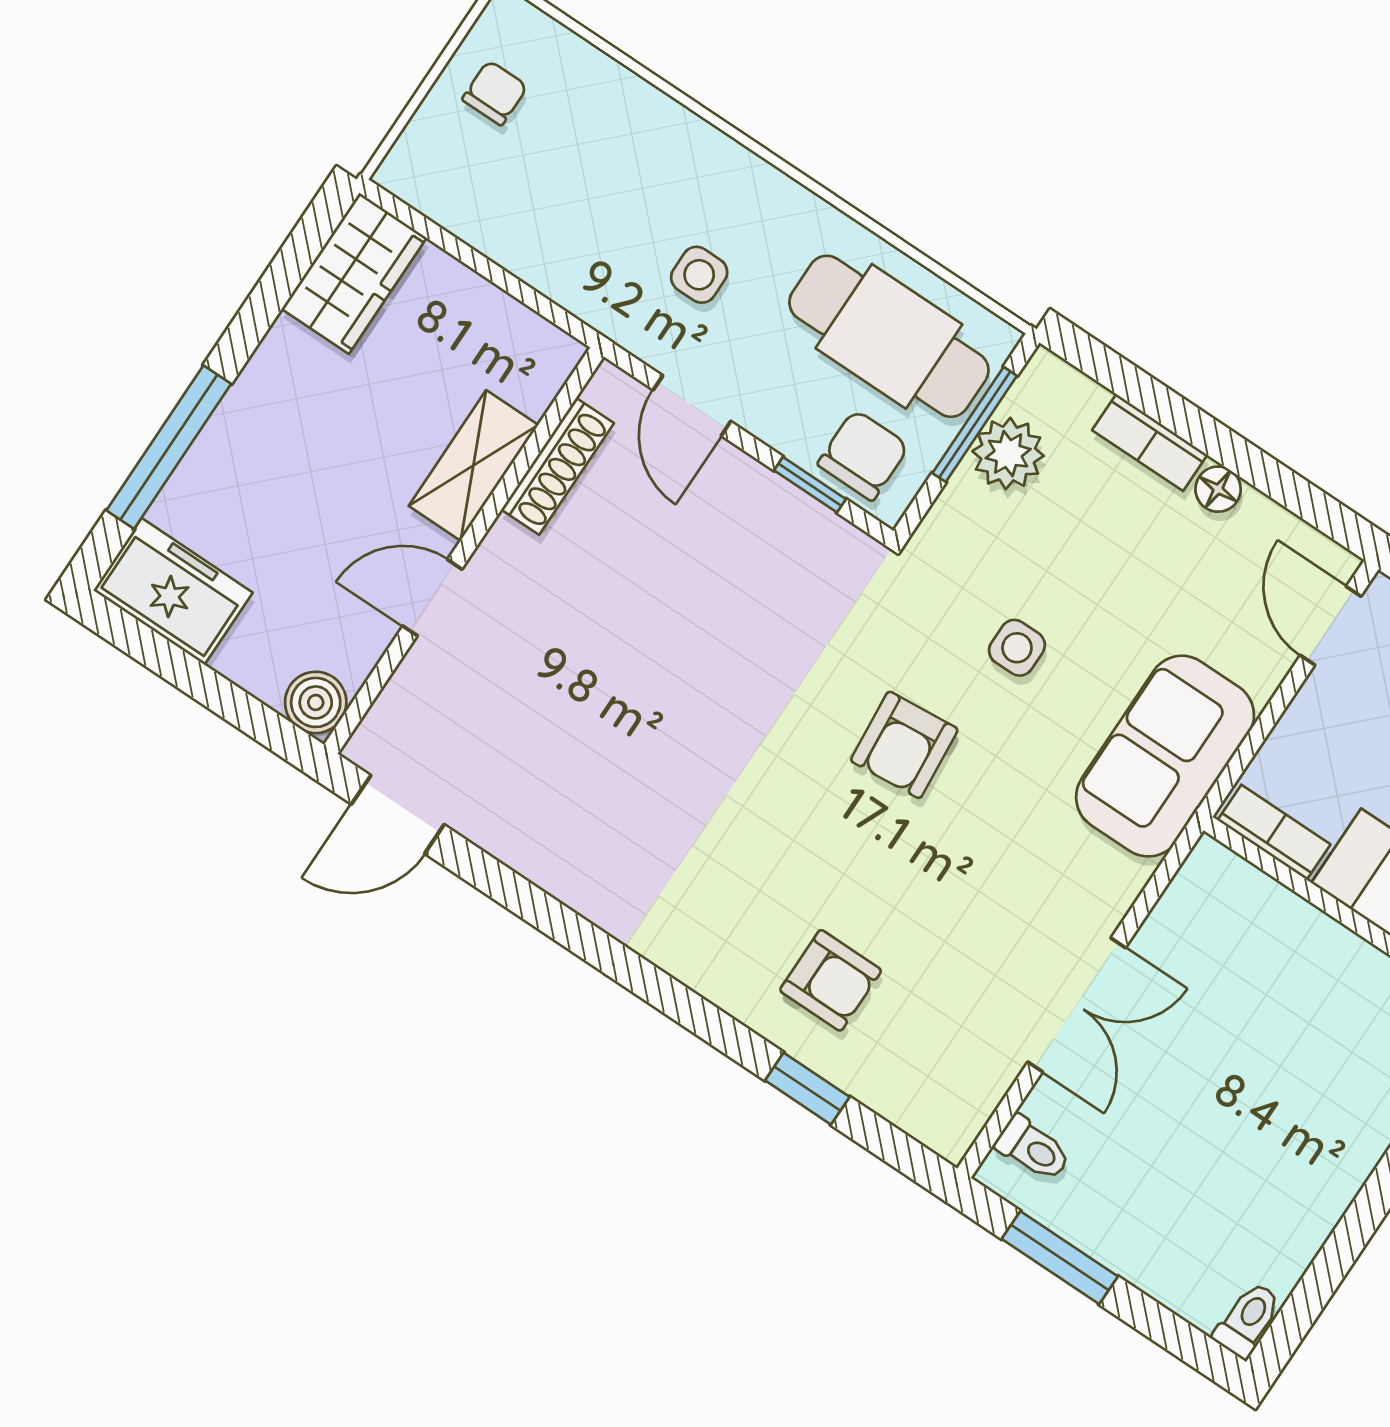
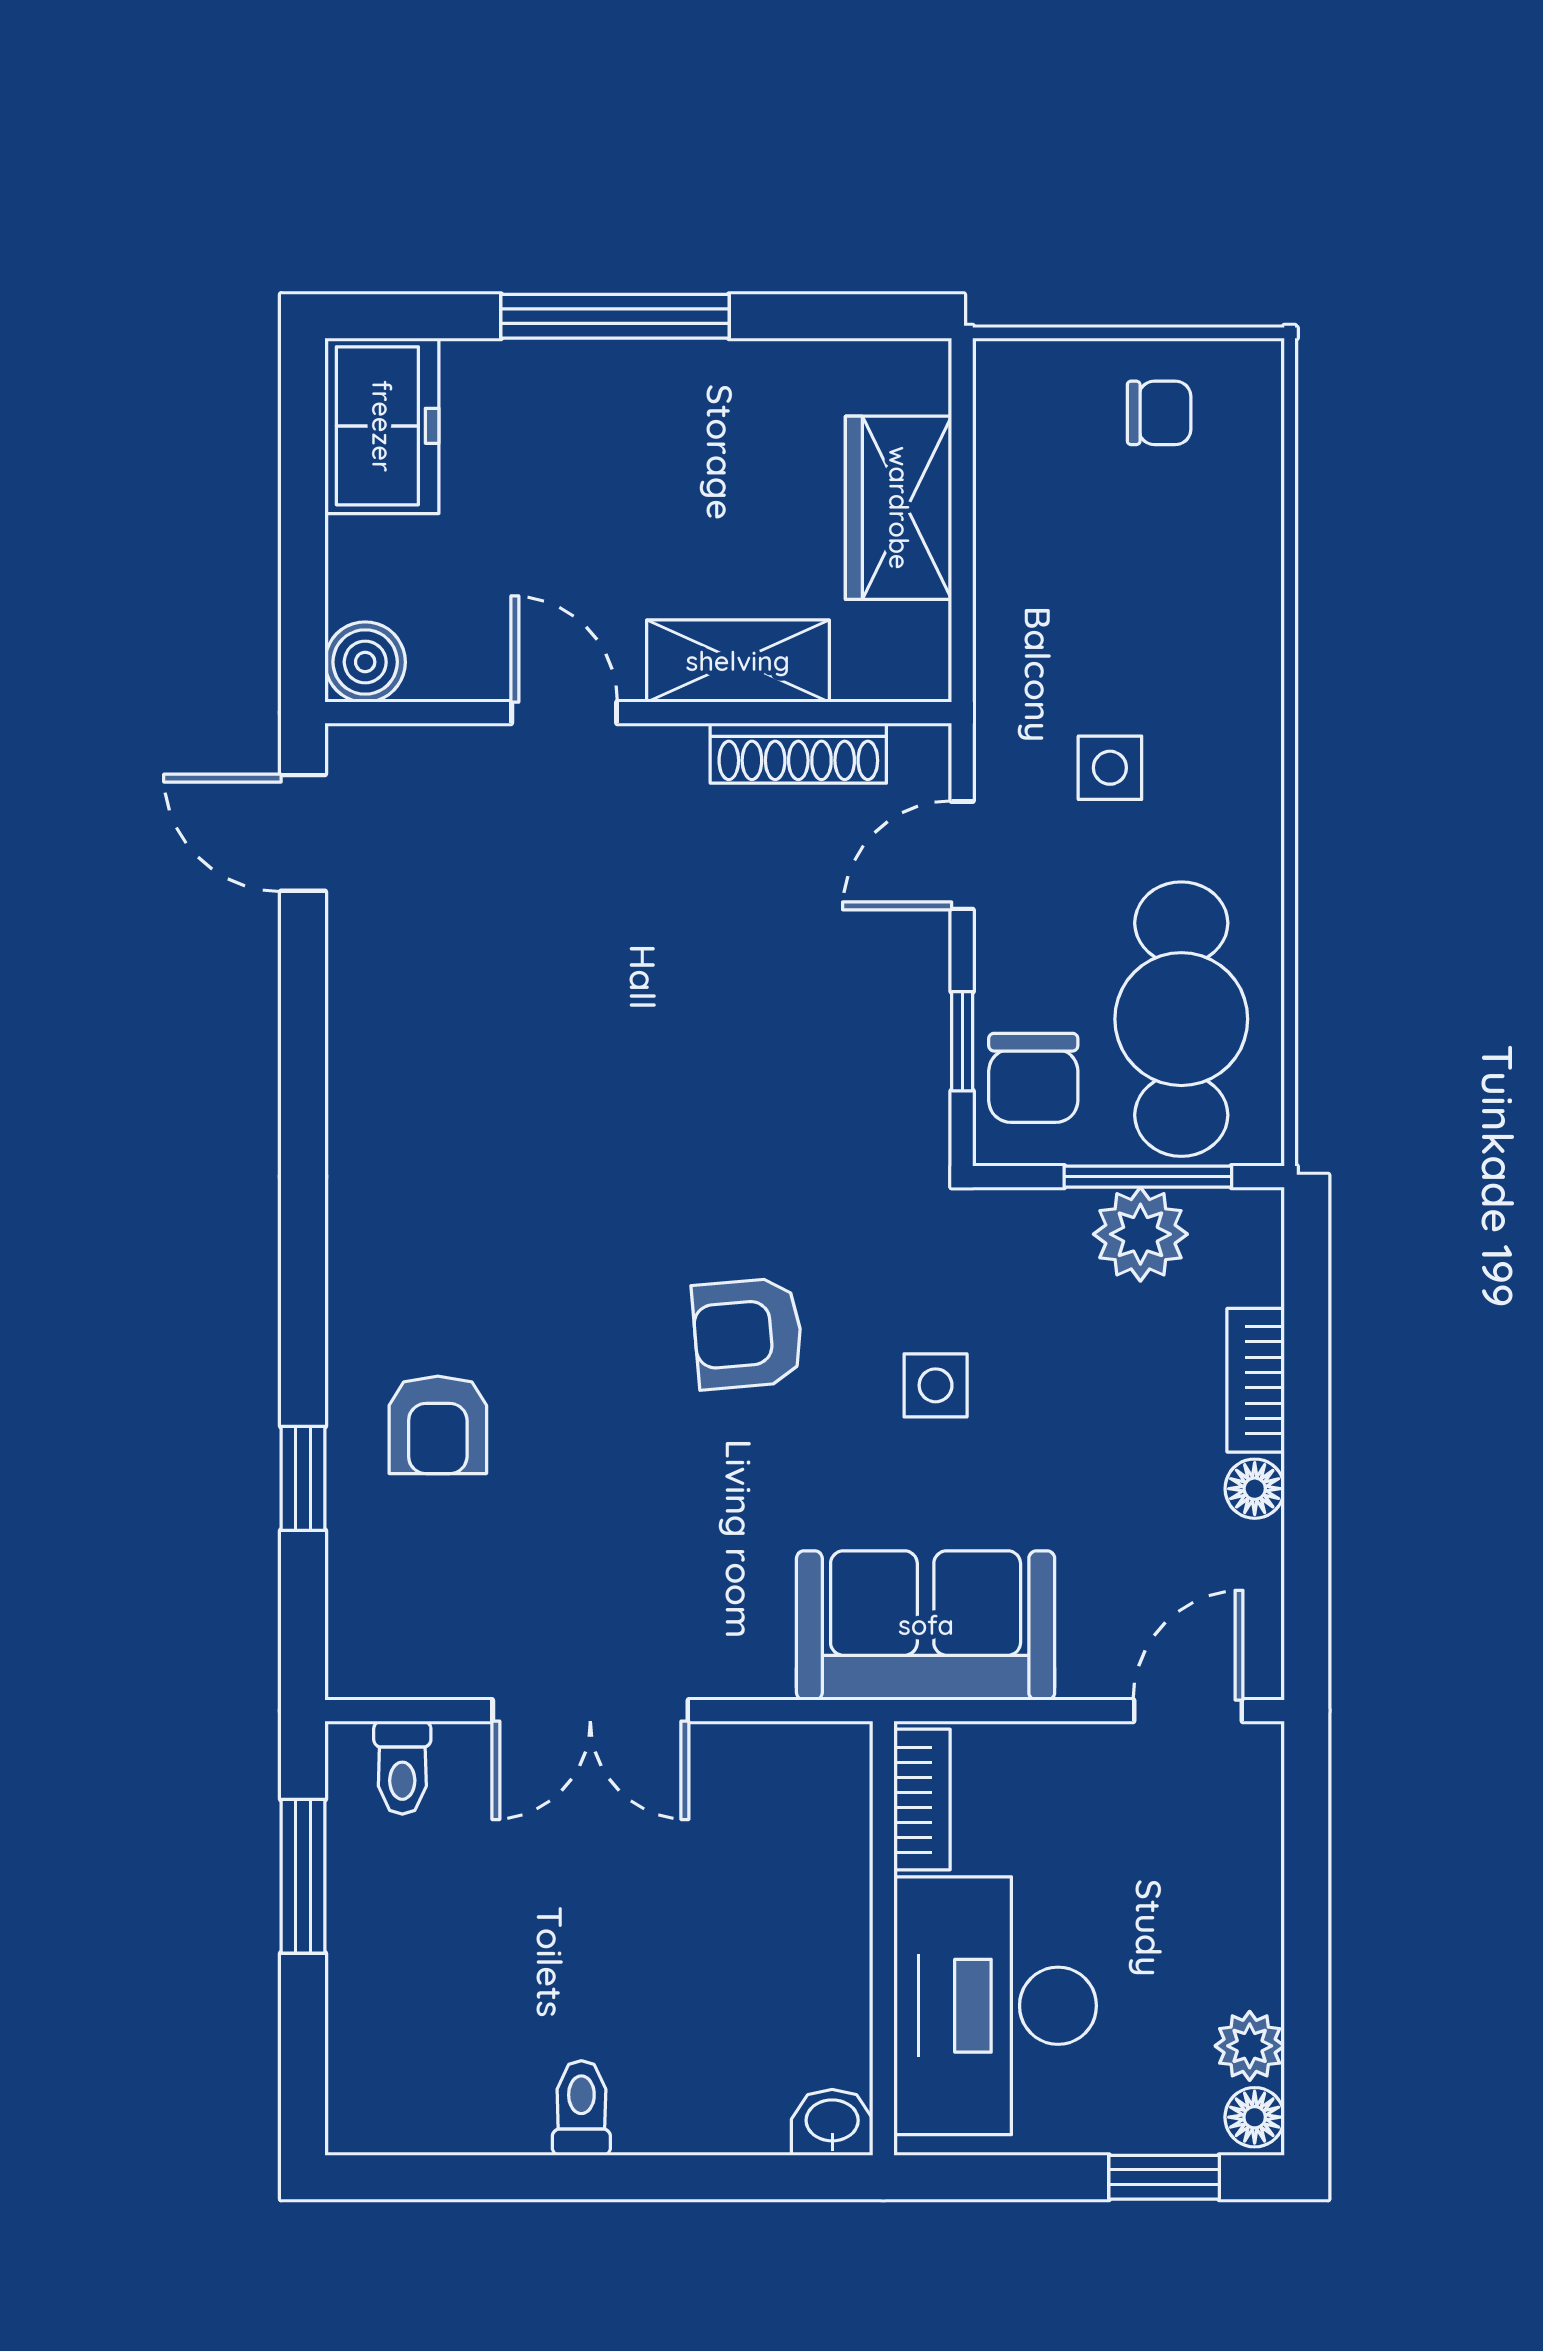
wardrobe: (354, 273) -> (899, 508), moved, turned 90
window: (169, 447) -> (615, 316), moved
chair: (863, 455) -> (1033, 1078), turned 90
toilet: (1248, 1320) -> (581, 2108), moved, turned -90

